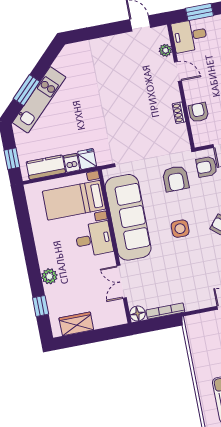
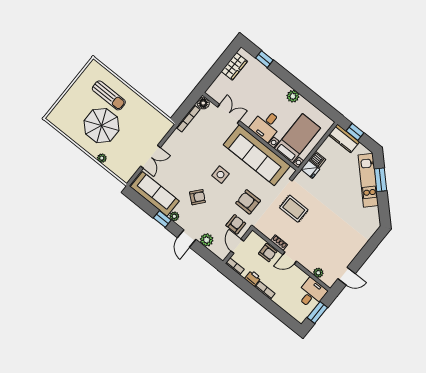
door: (178, 71) -> (290, 258), moved
rug: (136, 134) -> (294, 209), added
kitchen counter: (46, 167) -> (344, 138), moved, turned 90
plant: (49, 276) -> (293, 96), moved

